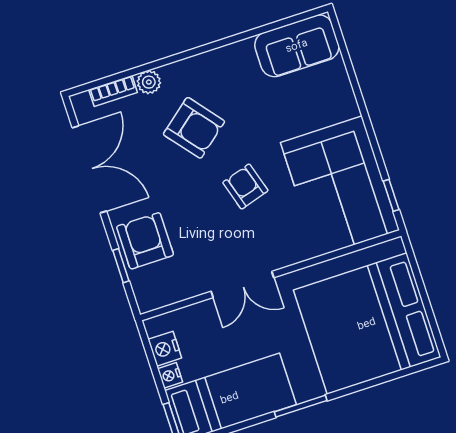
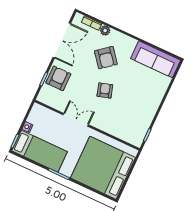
sofa: (297, 46) -> (156, 59), width x1.36
corner sofa: (340, 186) -> (134, 118), removed
double door: (242, 285) -> (76, 120), swing flipped
nightstand: (165, 349) -> (33, 117), removed

